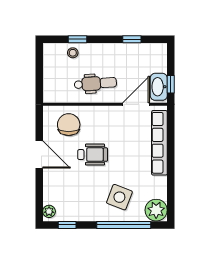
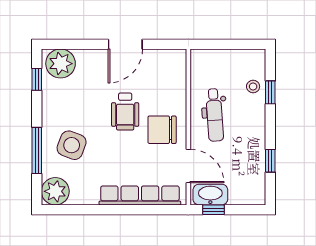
chair: (69, 125) -> (162, 130), moved, turned 180
plant: (49, 211) -> (61, 64), width x1.88, depth x1.88
window: (124, 225) -> (37, 151), width x0.68

